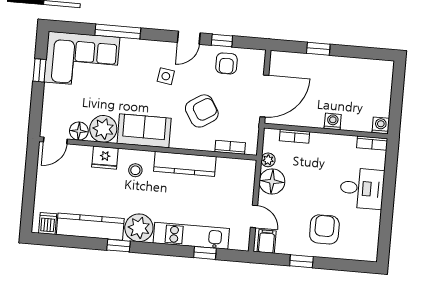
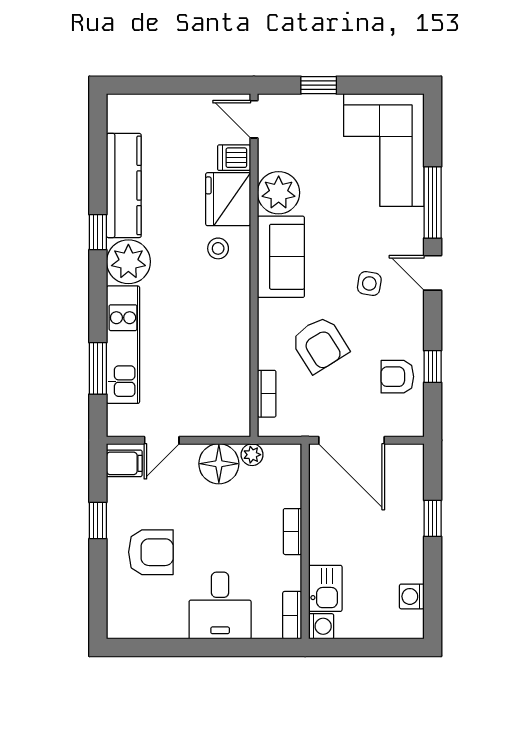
door: (189, 38) -> (433, 273), moved
window: (40, 70) -> (319, 85), moved
washing machine: (333, 121) -> (412, 596), moved, turned 180
kitchen sink: (357, 121) -> (325, 588), added
floor lamp: (79, 131) -> (272, 155), removed
bookcase: (295, 136) -> (293, 532), moved
fridge: (105, 158) -> (228, 199), width x1.36, depth x1.34
kitchen counter: (185, 164) -> (235, 325), removed
dishwasher: (48, 224) -> (234, 158), moved, turned 180
window: (205, 253) -> (98, 368), width x1.50

